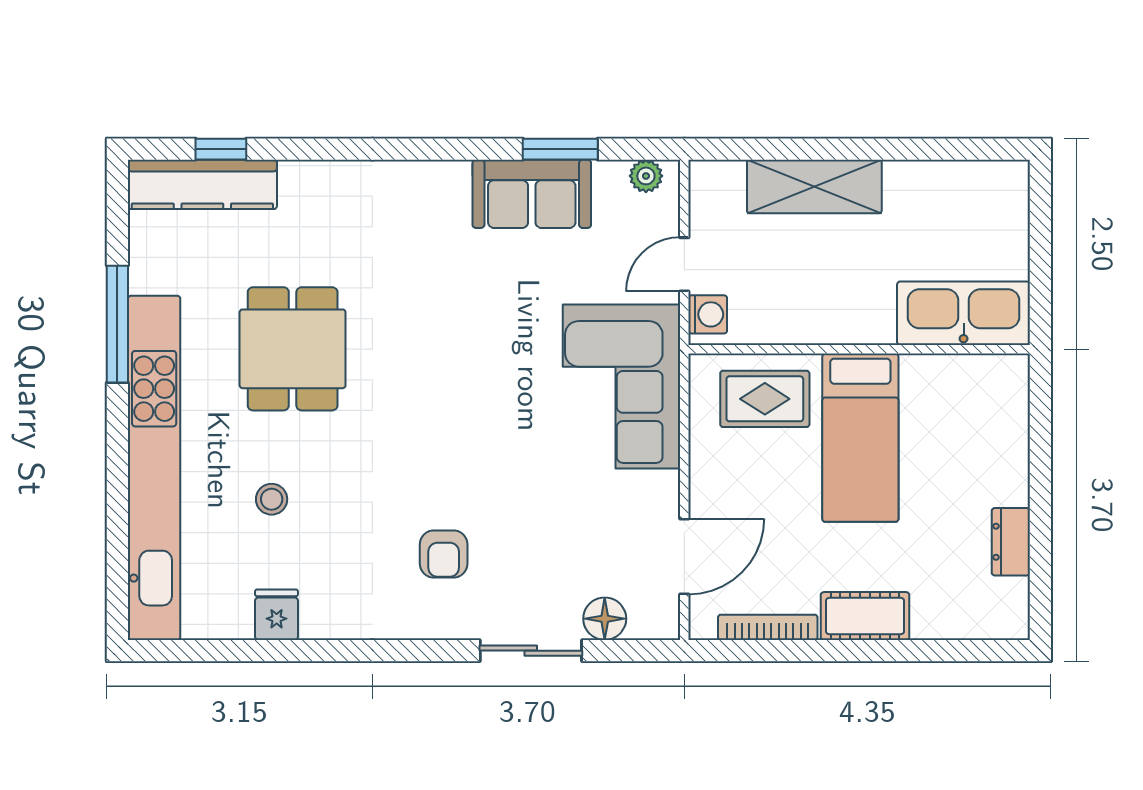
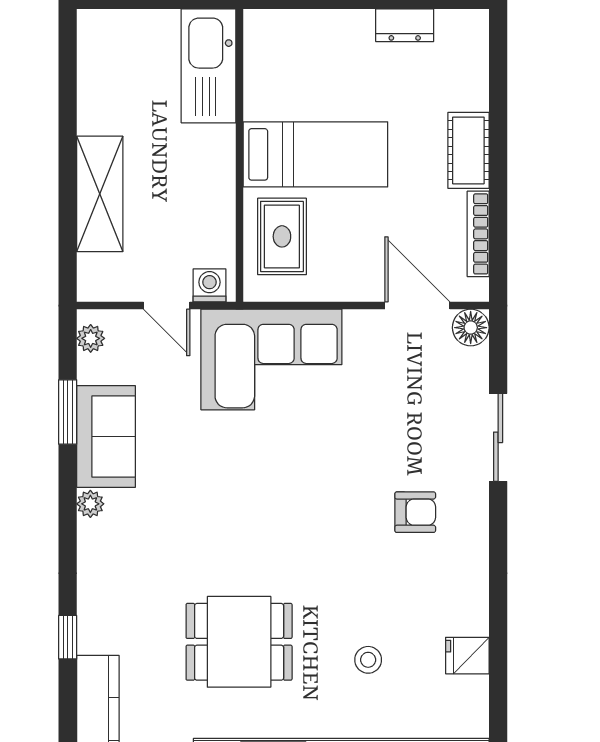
window: (221, 149) -> (68, 637), moved
plant: (453, 176) -> (90, 504), added
floor lamp: (605, 619) -> (471, 328), moved

